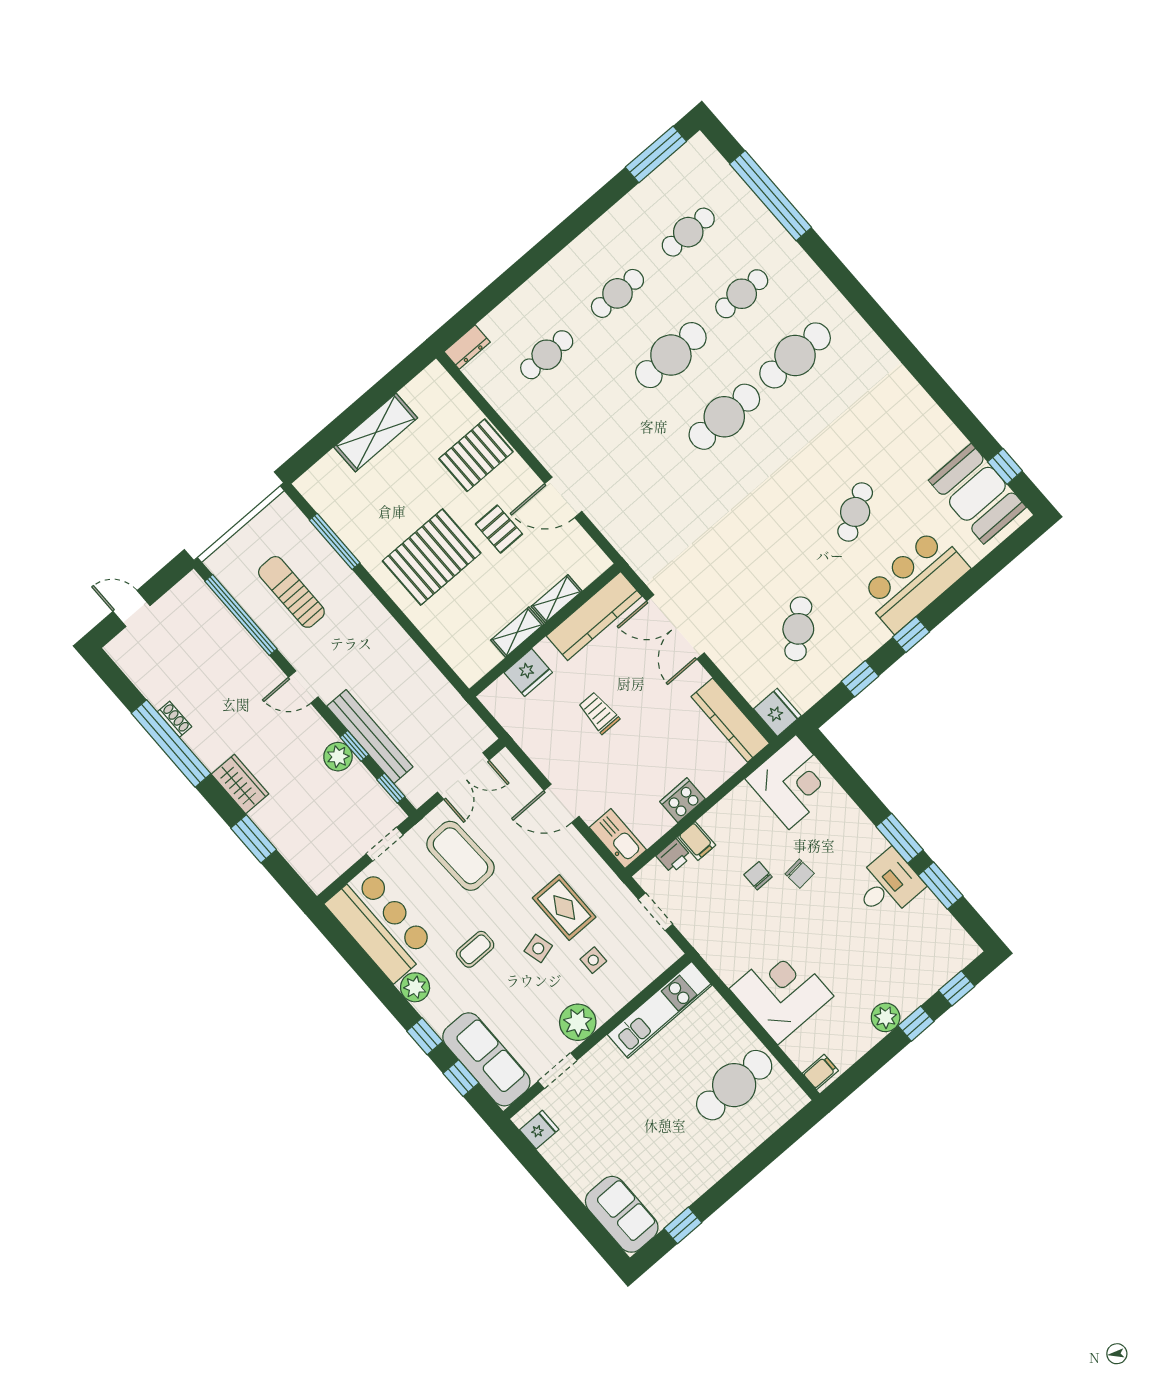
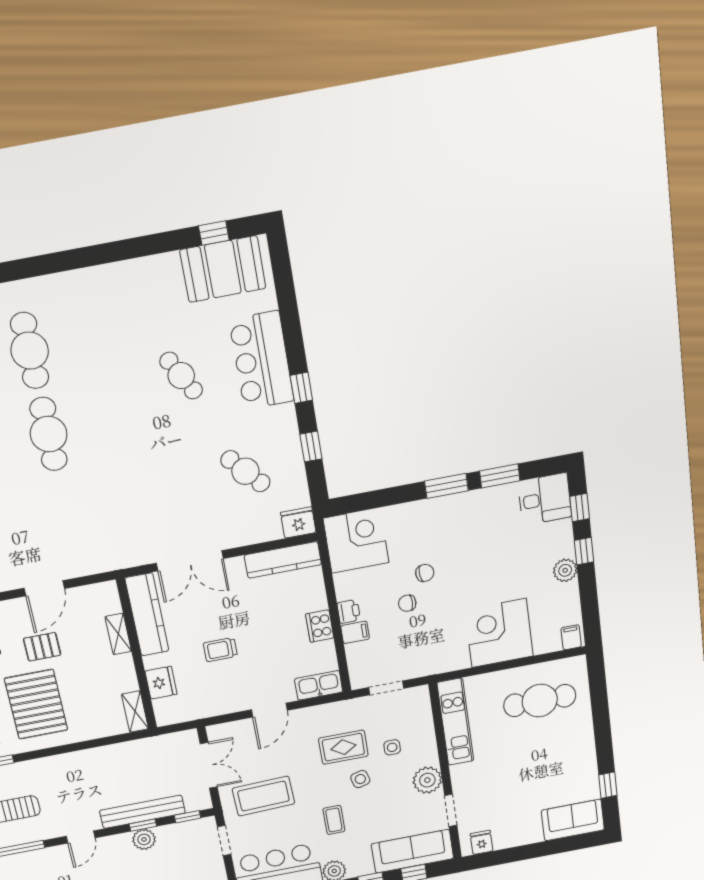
shelving: (517, 632) -> (135, 712), moved
printer: (674, 856) -> (349, 611), moved
desk: (888, 885) -> (545, 499), moved, turned 90
cafe table: (734, 1085) -> (540, 701), turned 90

